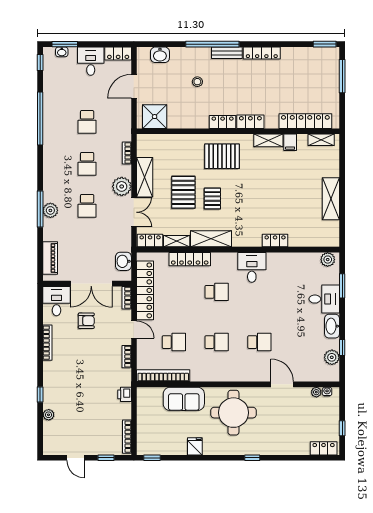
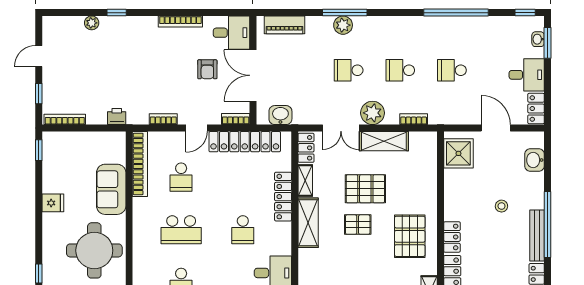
bench: (227, 53) -> (537, 235), width x1.36
school desk: (217, 342) -> (181, 230), width x1.85

